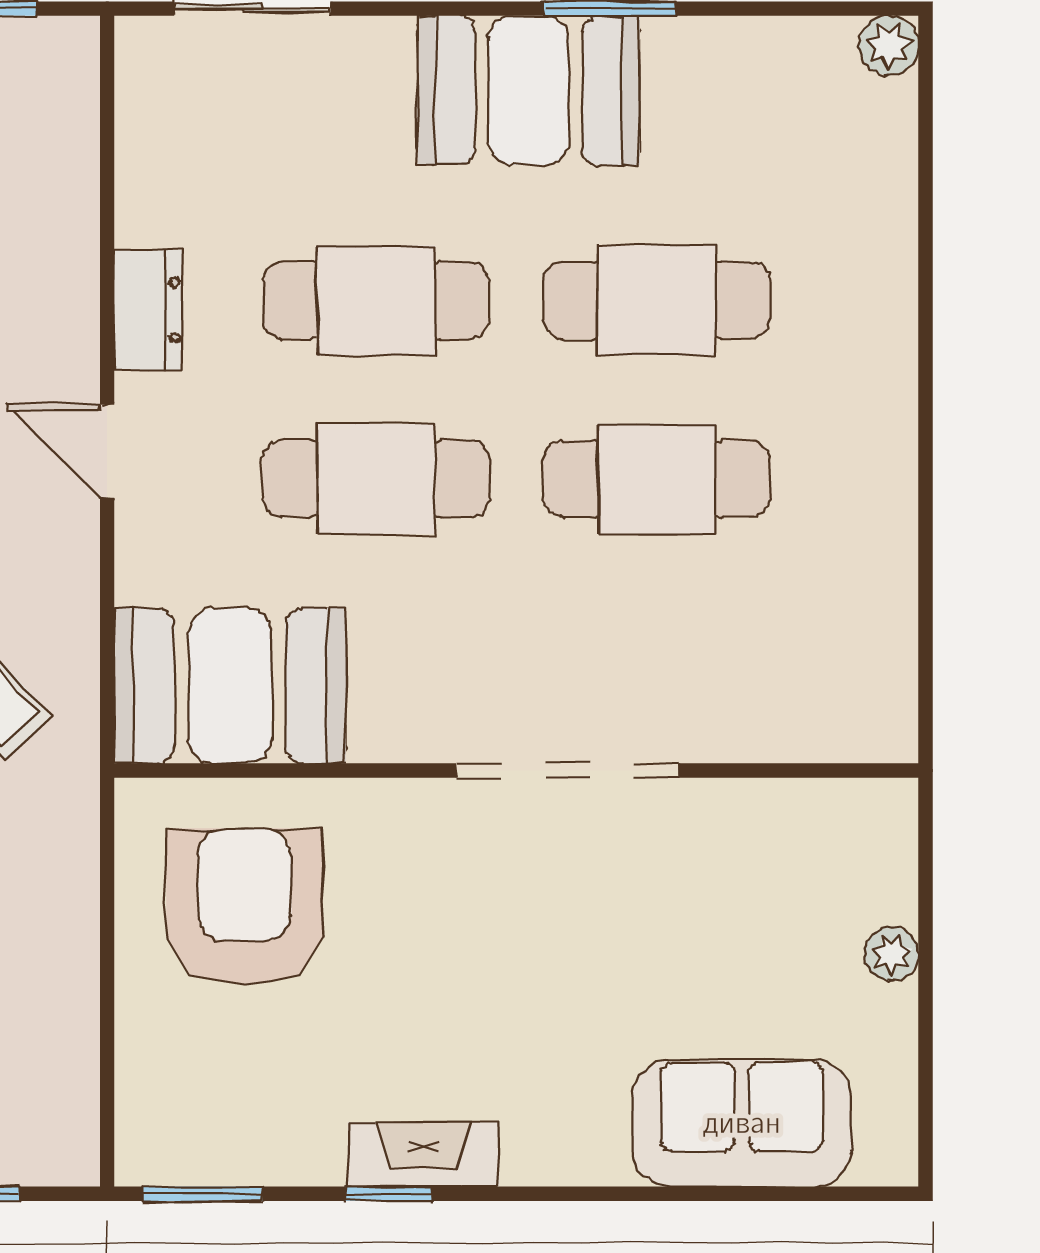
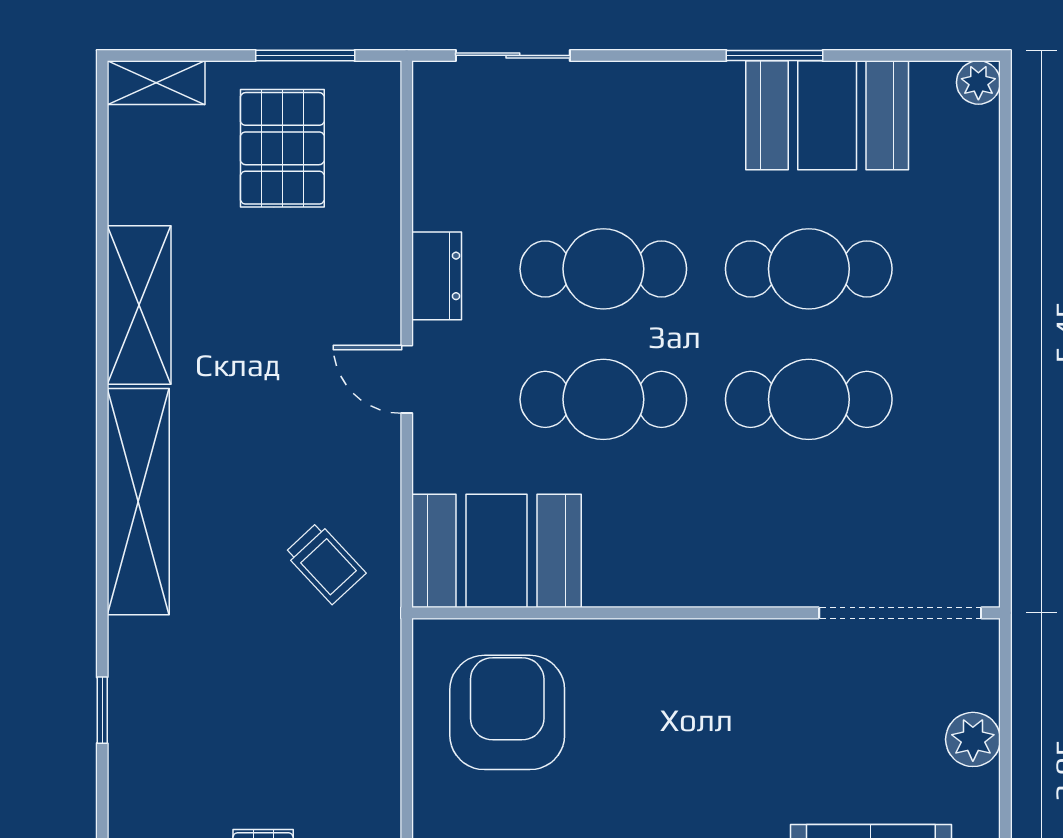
booth: (529, 90) -> (827, 115), moved
doorway: (567, 771) -> (900, 613), moved
plant: (891, 954) -> (973, 739), width x1.38, depth x1.38

